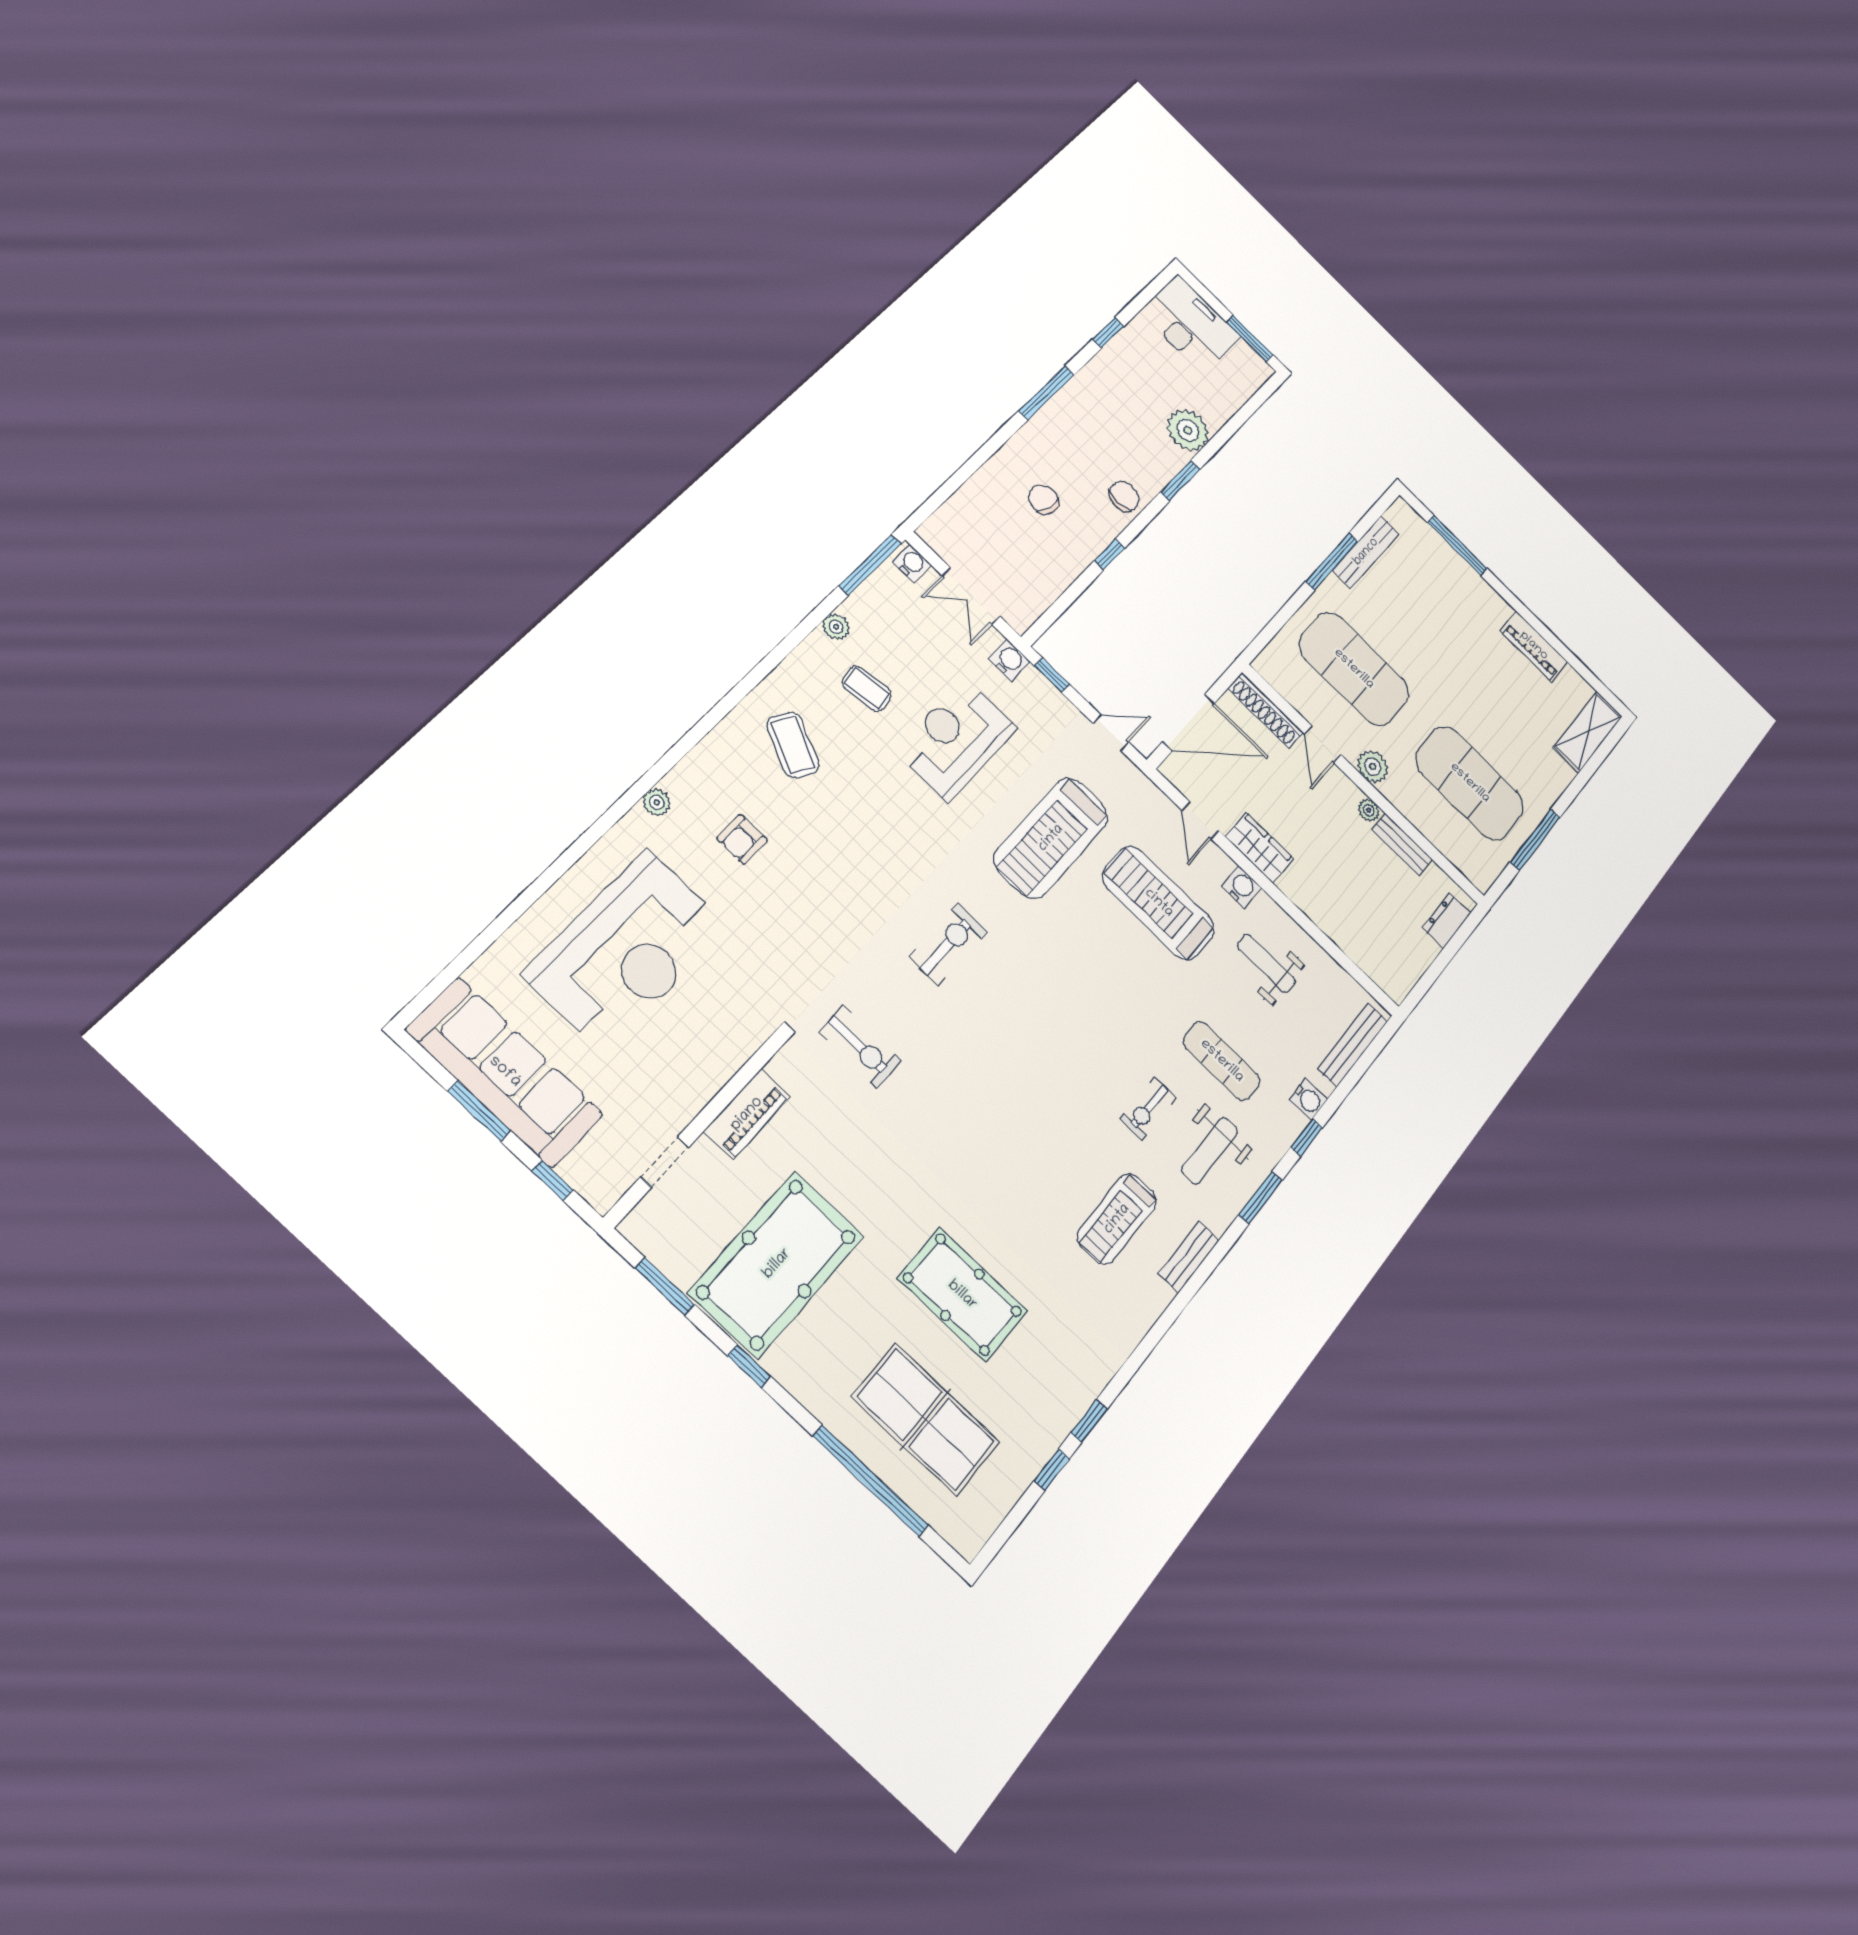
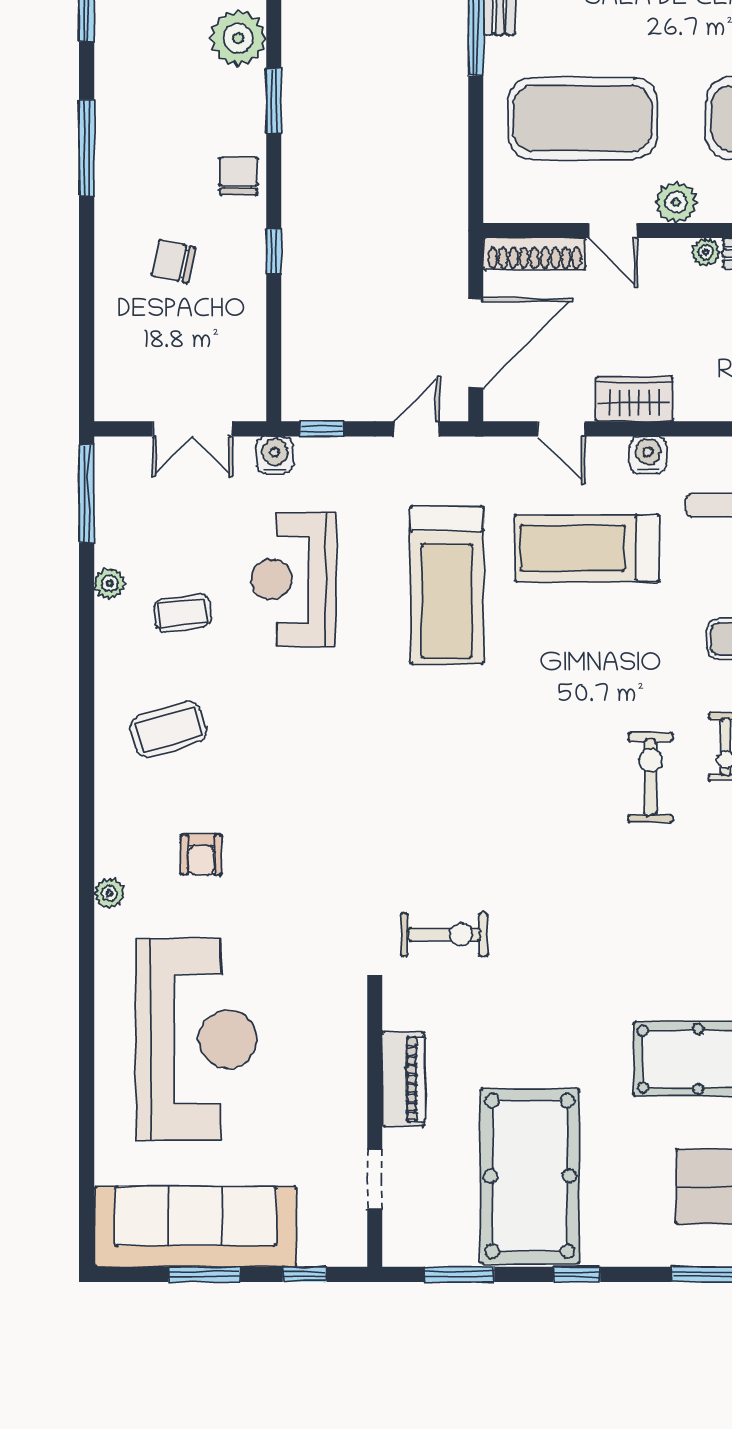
water cooler: (912, 563) -> (119, 453), removed
coffee table: (793, 745) -> (168, 729), turned -44
exercise bike: (948, 944) -> (650, 777), moved

